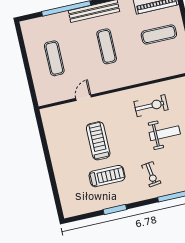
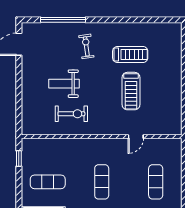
exercise bike: (151, 106) -> (71, 114), turned 180
treadmill: (107, 176) -> (130, 54), turned 180
window: (115, 209) -> (130, 20), removed

